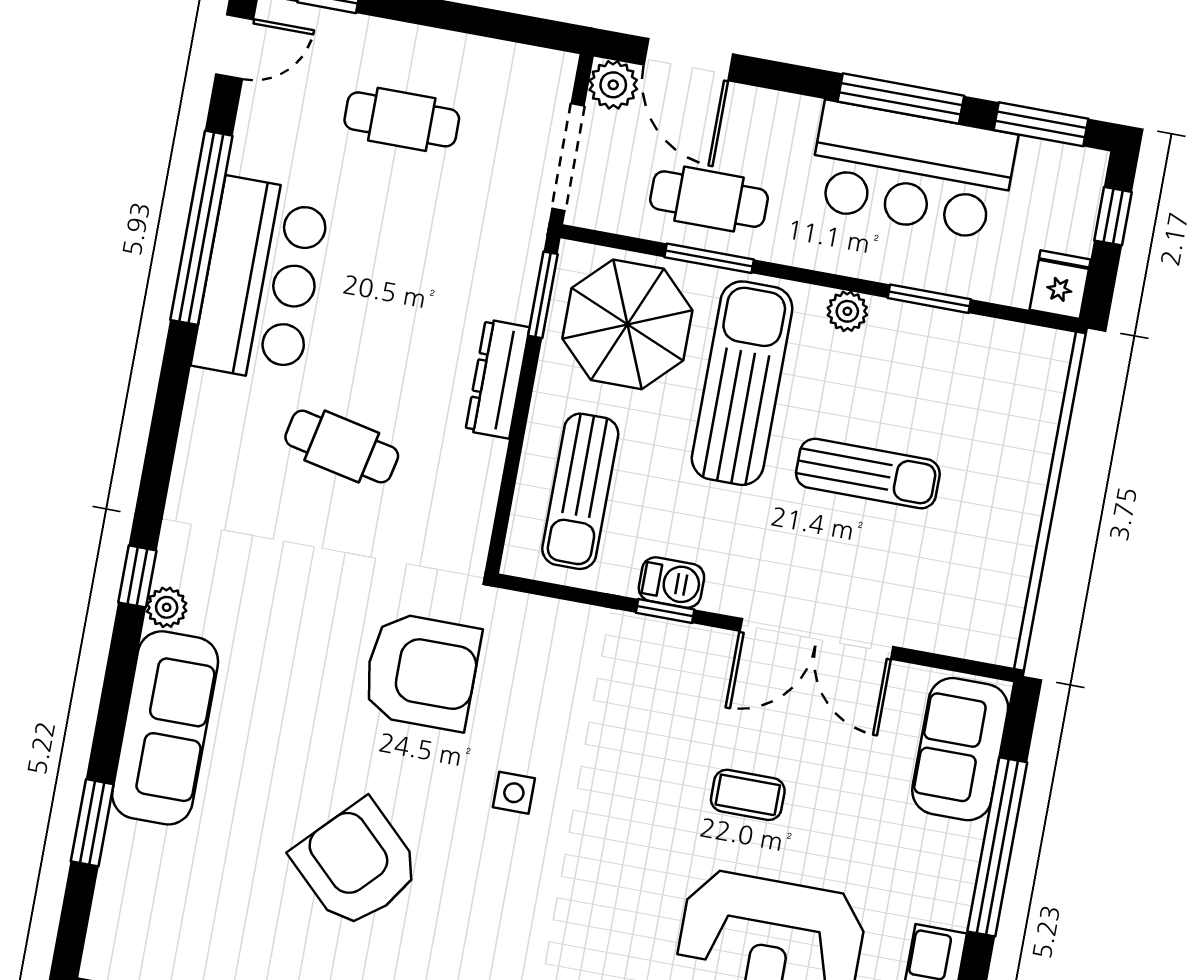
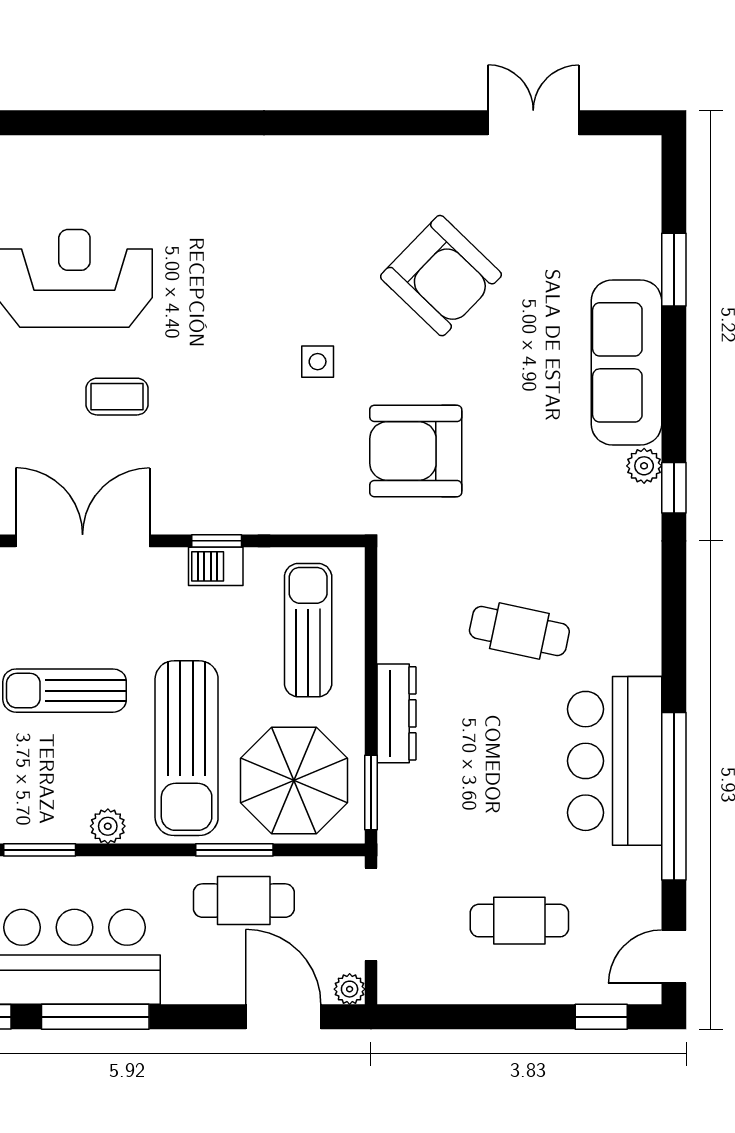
plant: (613, 85) -> (350, 989), width x0.73, depth x0.73

